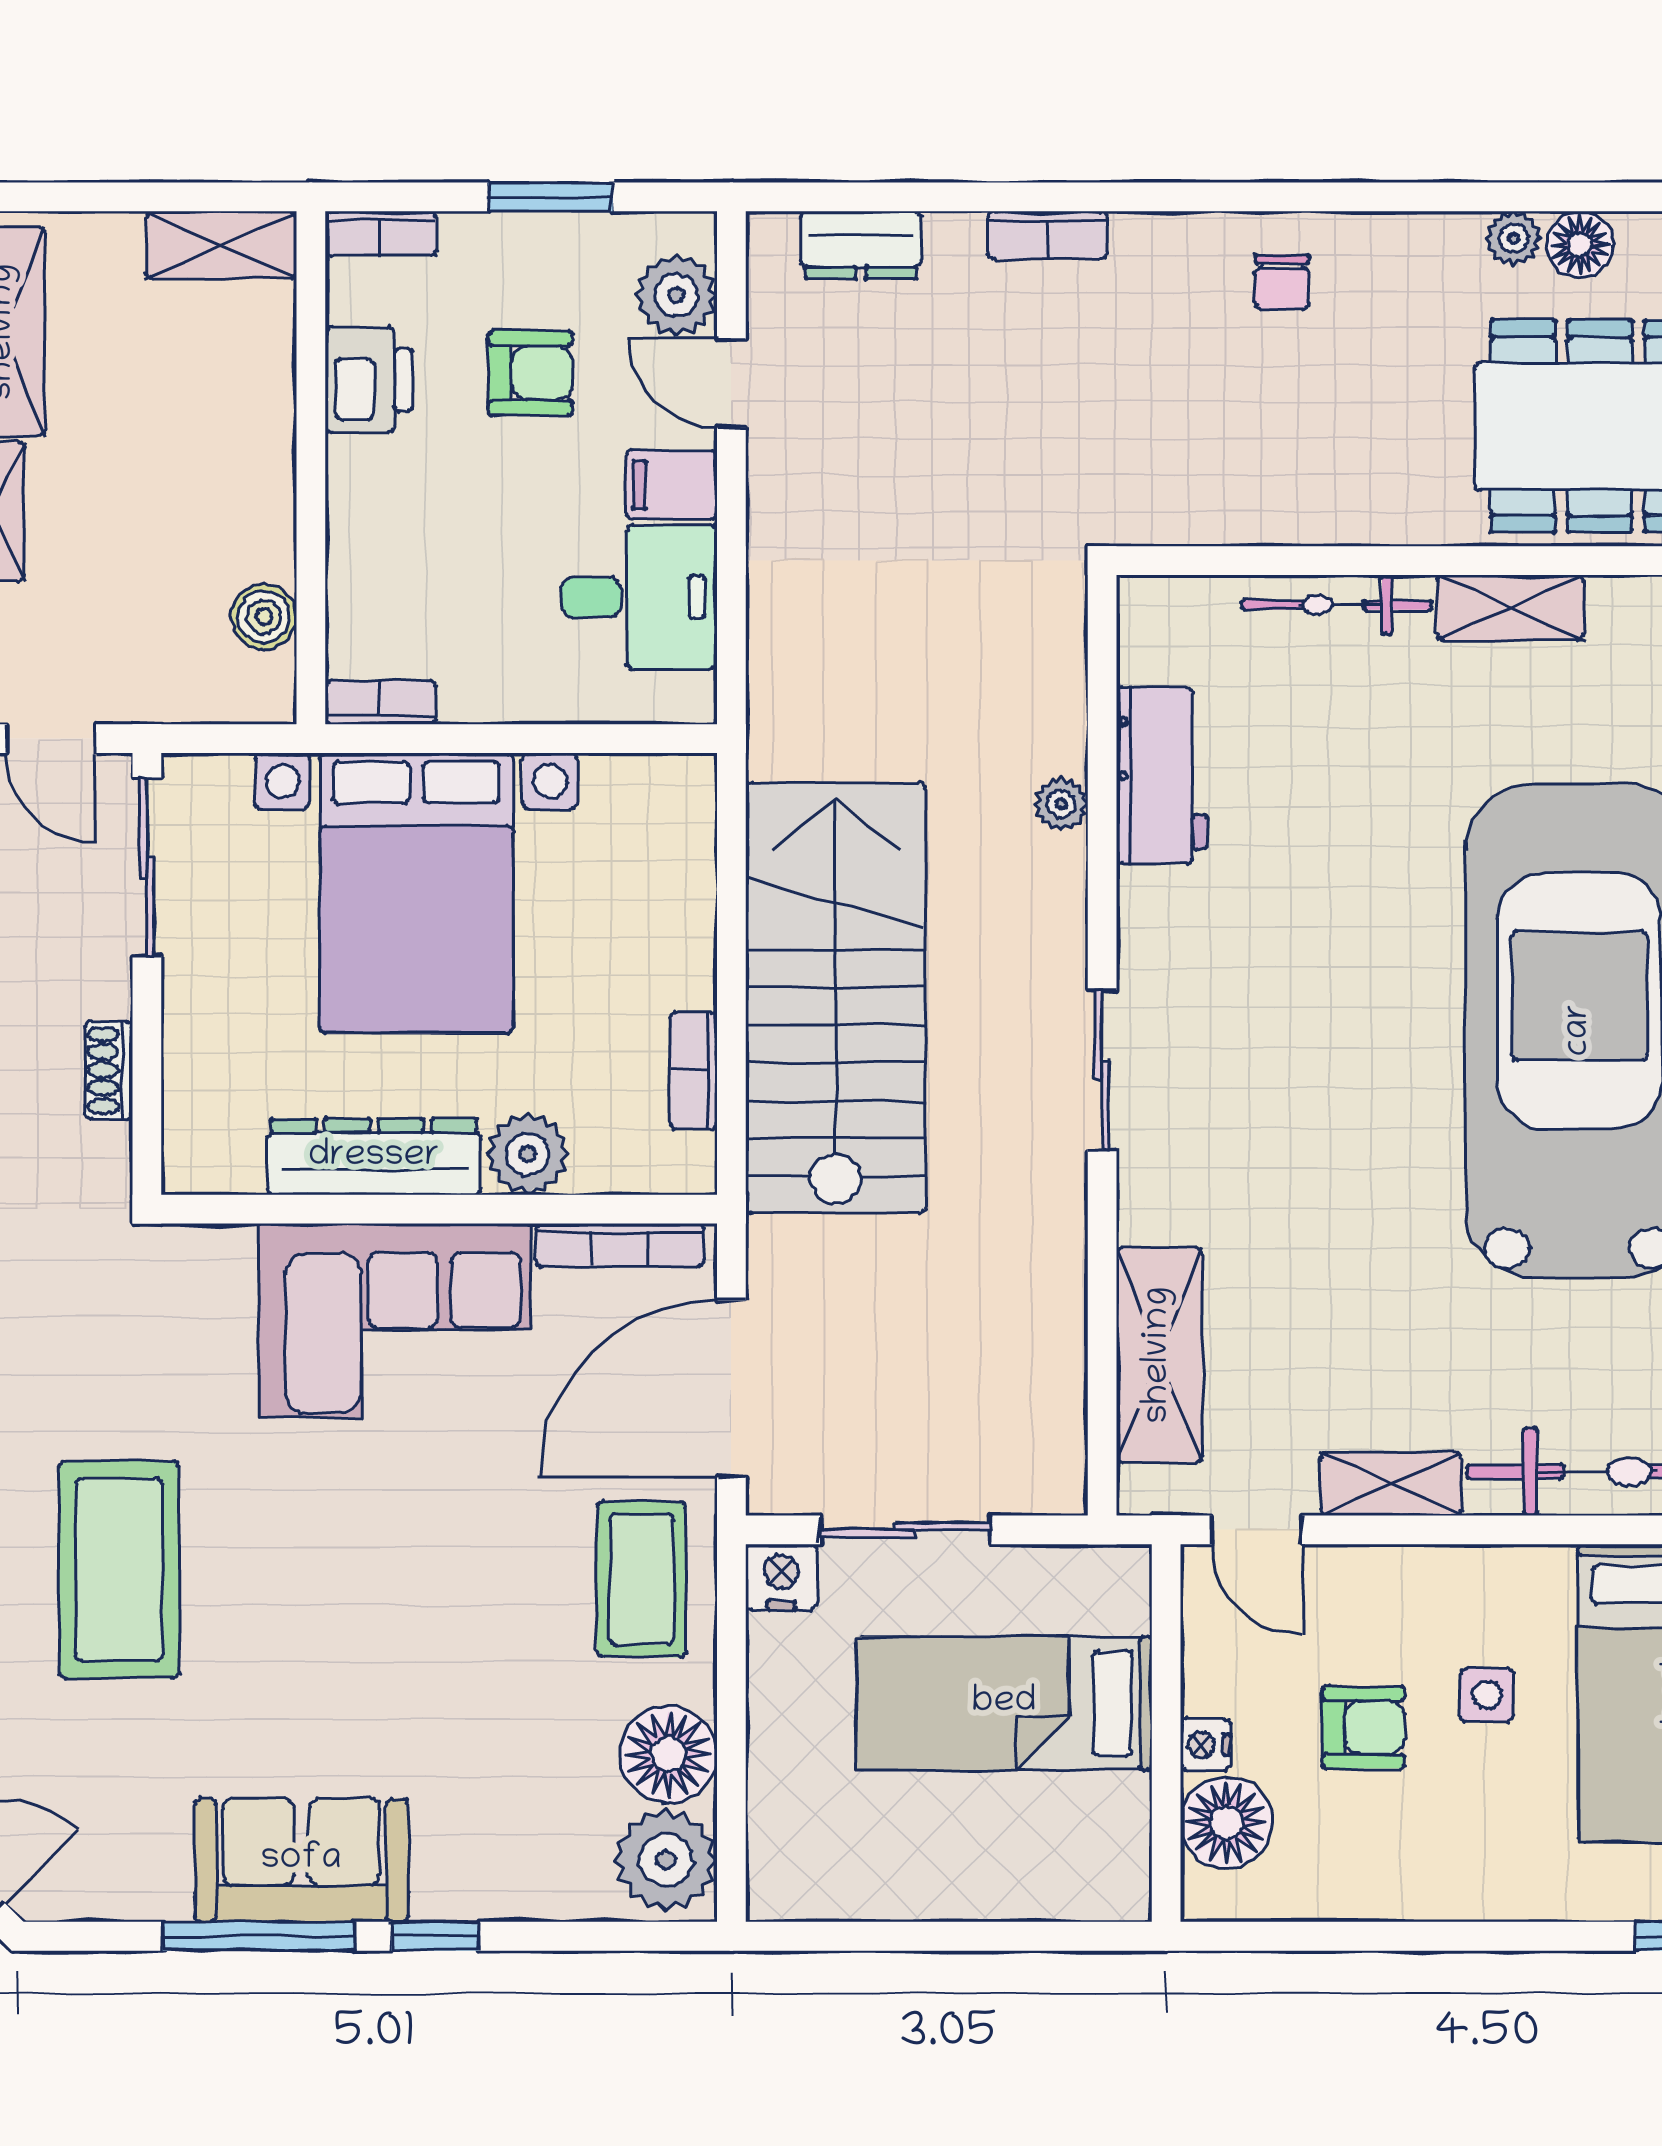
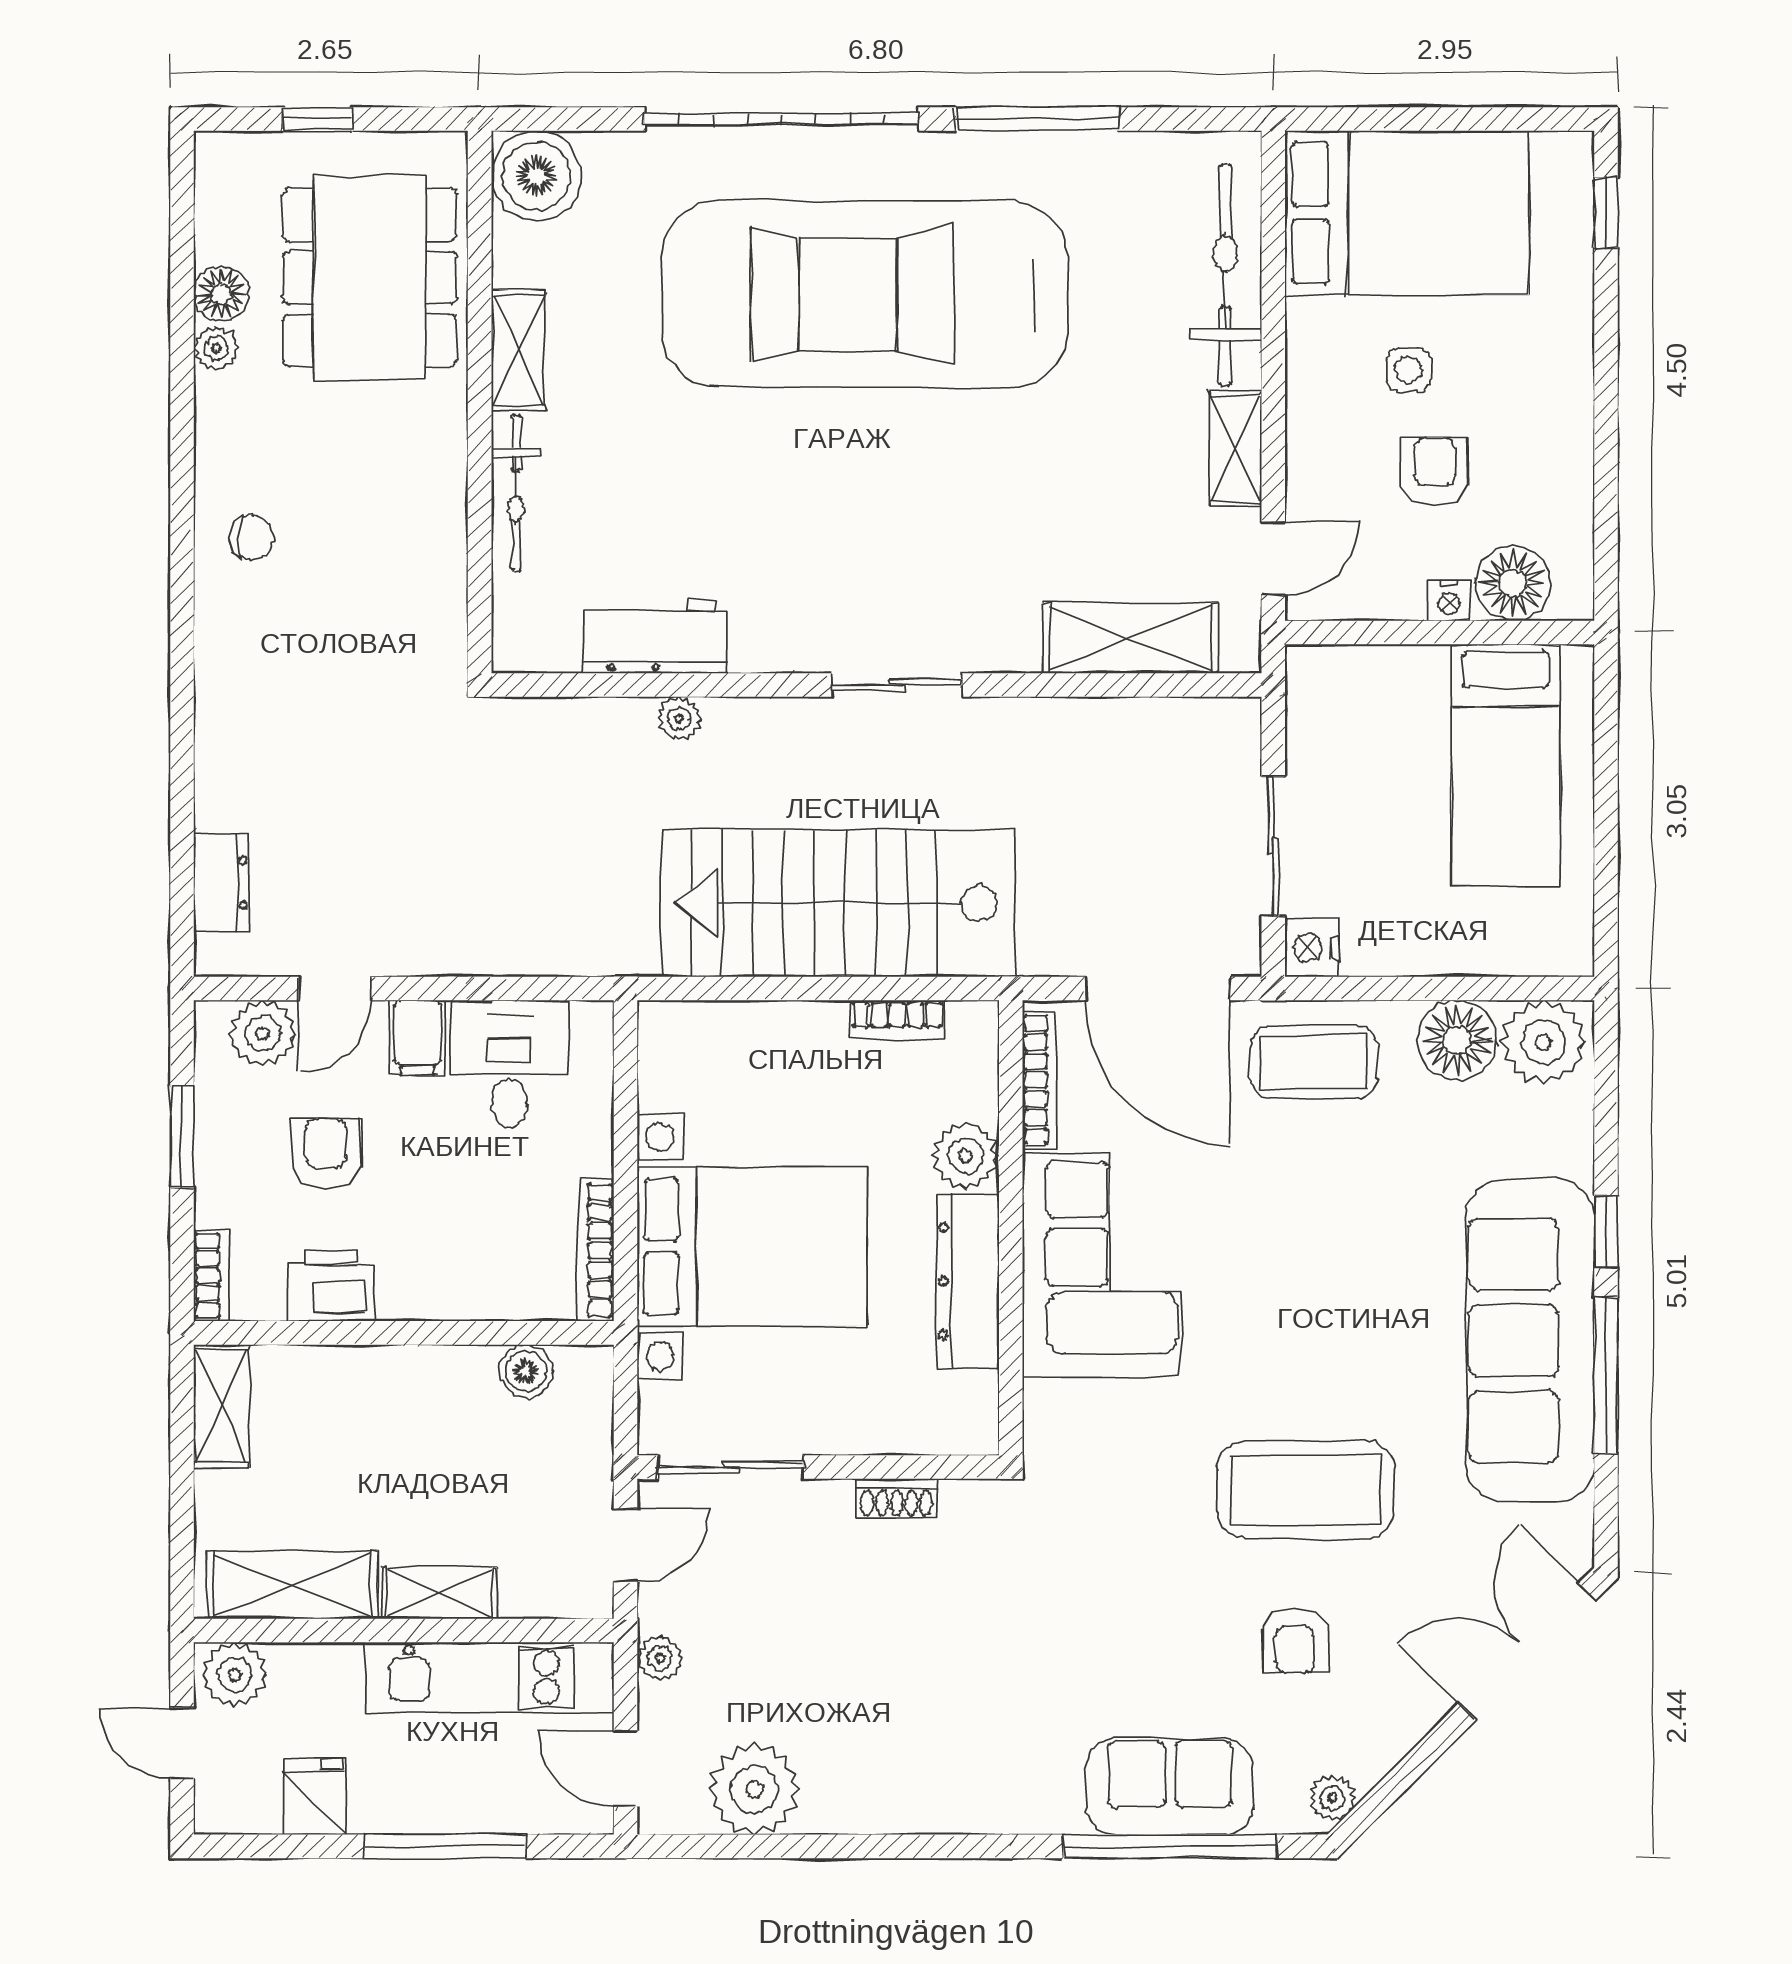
bookcase: (1048, 235) -> (213, 730), removed
bookcase: (380, 702) -> (596, 1251), width x1.56
bed: (1004, 1703) -> (1506, 765), moved
sofa: (301, 1860) -> (1530, 1341), width x1.85, depth x1.27

